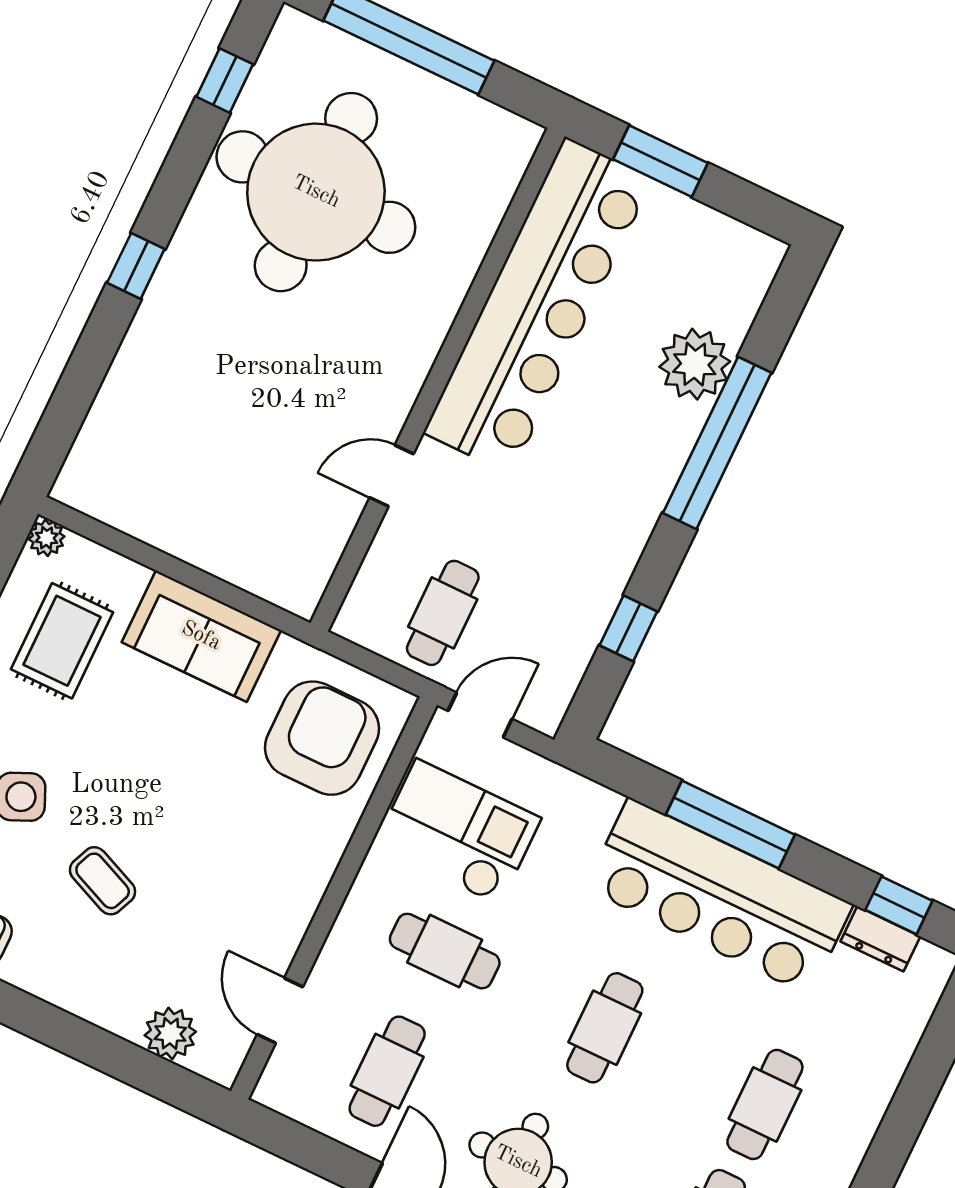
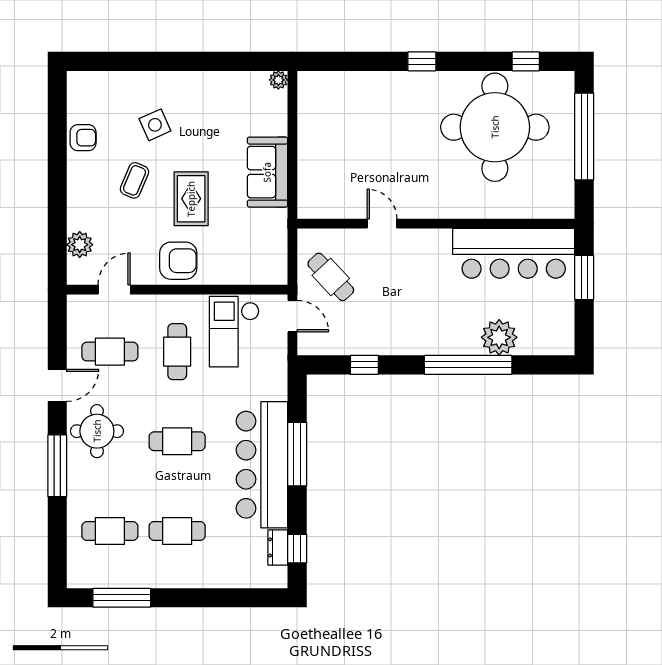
bar counter: (538, 306) -> (514, 253), width x0.73
cafe table: (443, 613) -> (331, 277), turned 47
rug: (62, 641) -> (191, 199), moved, turned 90
armchair: (322, 738) -> (178, 261), moved, width x0.73, depth x0.73
checkout: (458, 832) -> (234, 332), turned 180

